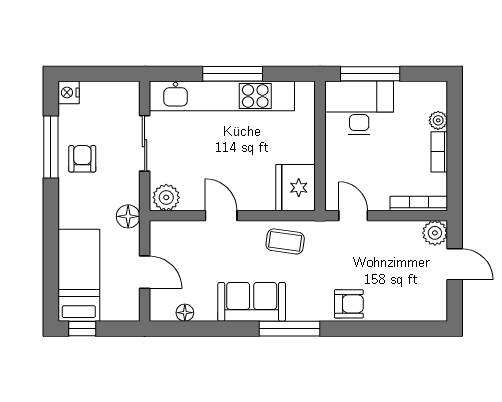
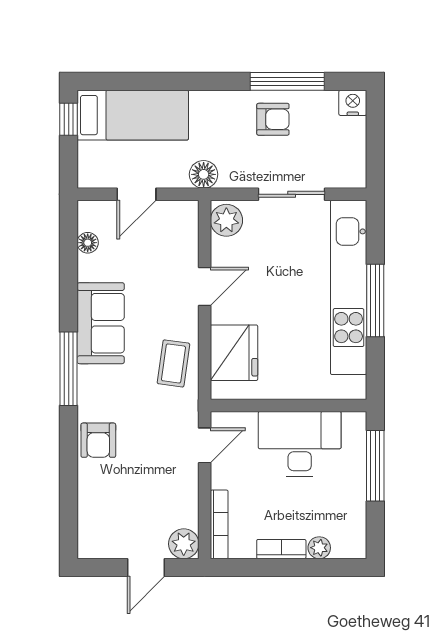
desk: (359, 108) -> (300, 444), moved, turned -90
fridge: (296, 188) -> (234, 353), moved, turned 90

